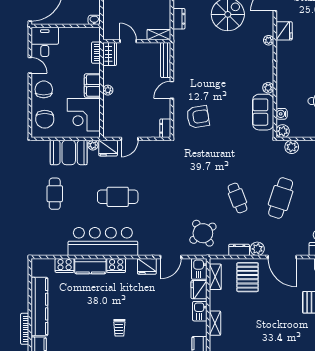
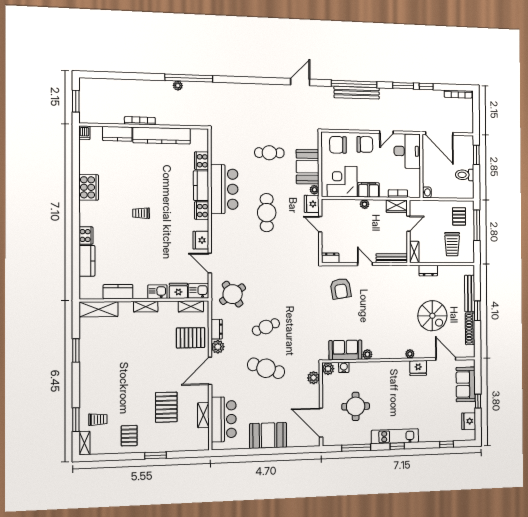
desk: (45, 42) -> (407, 151), width x1.37
bar counter: (103, 242) -> (224, 189), width x0.73

